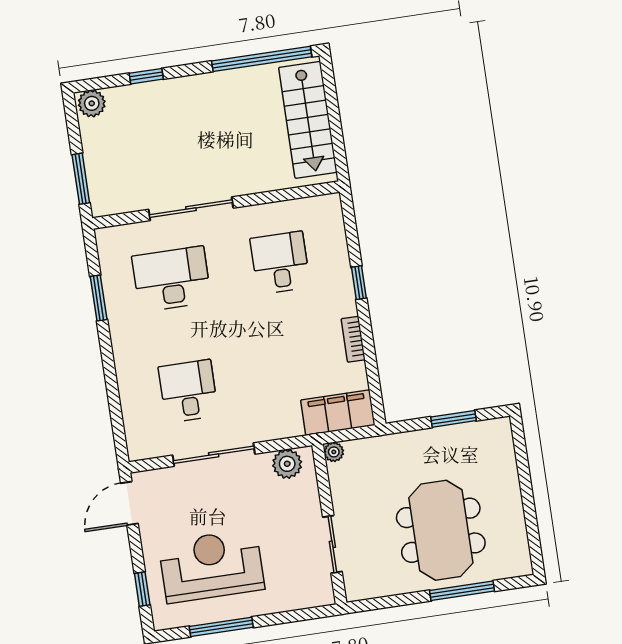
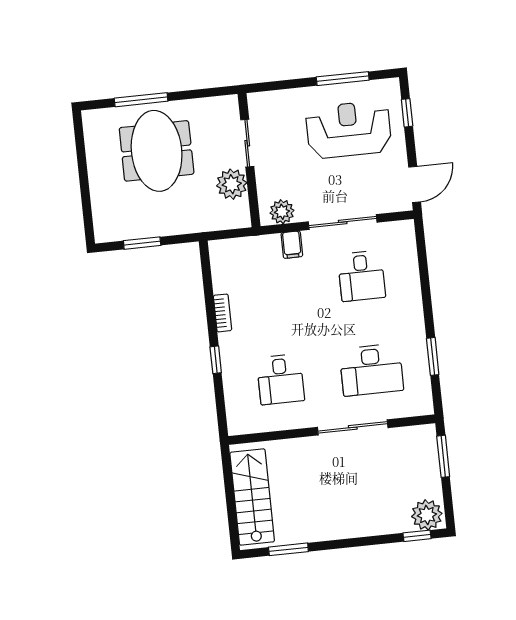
window: (262, 59) -> (288, 549), width x0.47
window: (146, 76) -> (417, 536), moved
plant: (92, 103) -> (427, 515), width x1.36, depth x1.36
filing cabinet: (338, 413) -> (292, 245), moved, width x0.33, depth x0.86
plant: (334, 452) -> (232, 184), moved, width x1.88, depth x1.88
reception desk: (211, 566) -> (349, 130), turned 180

